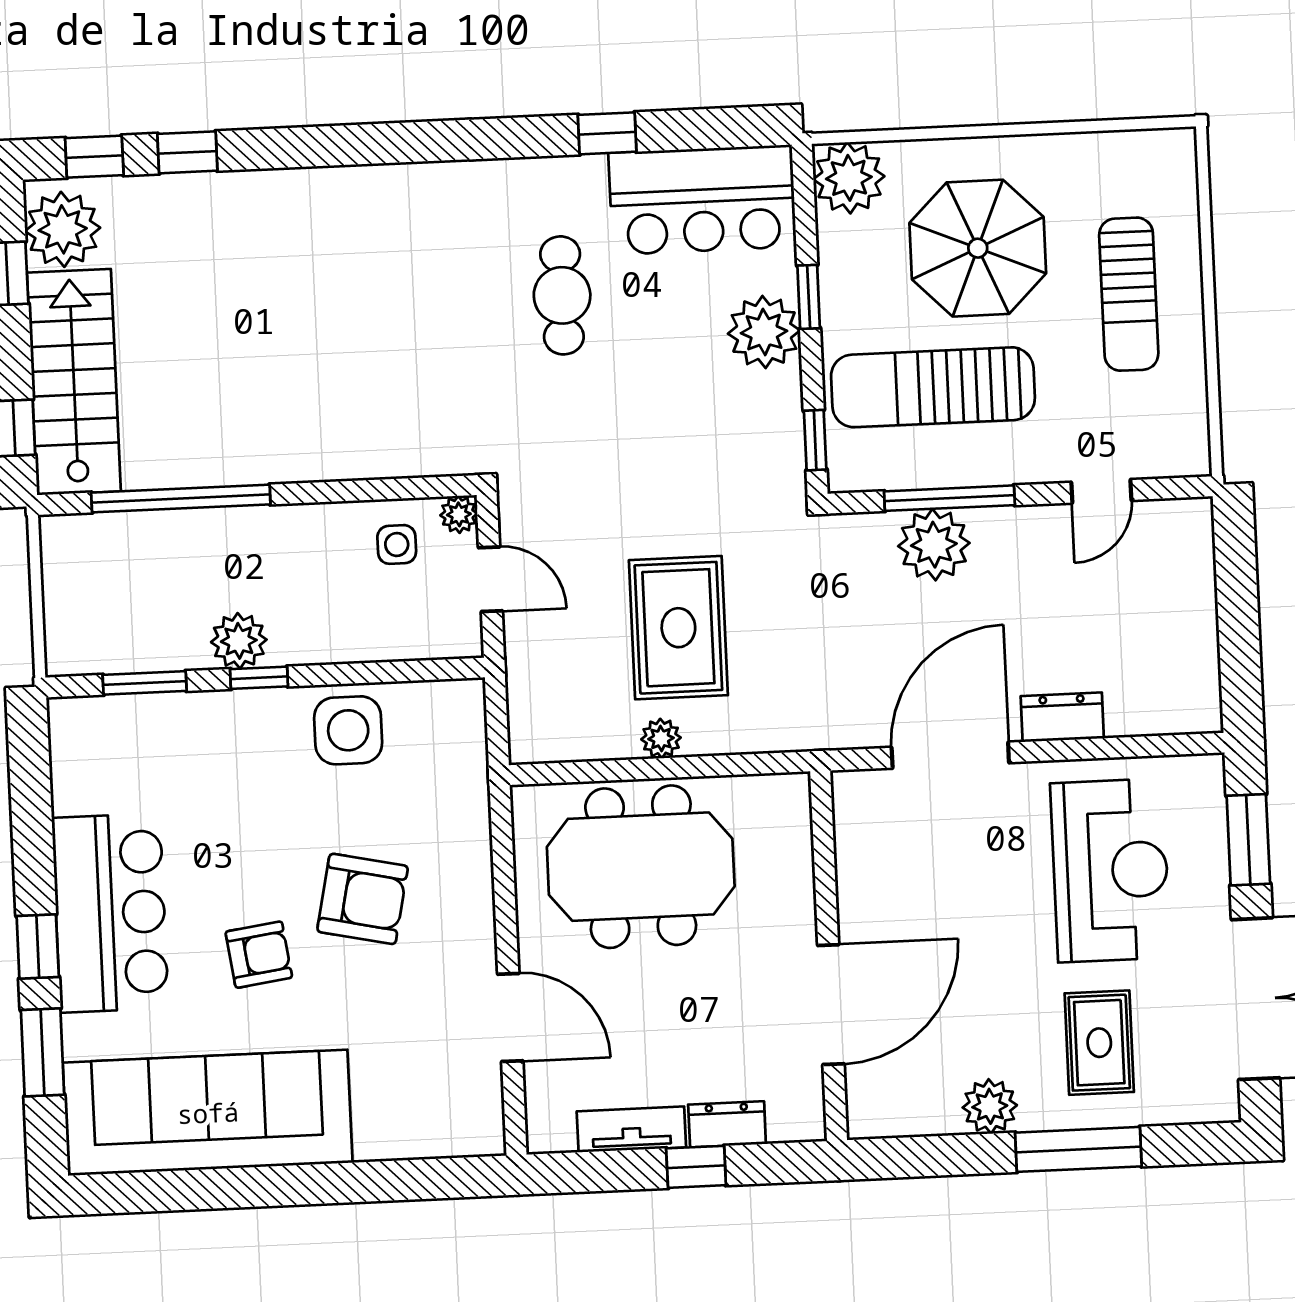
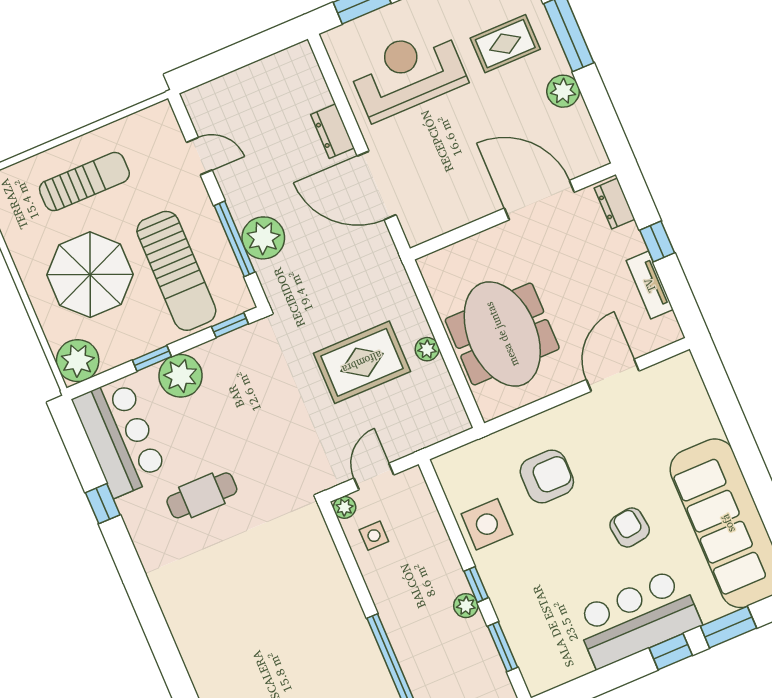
plant: (239, 641) -> (466, 606), width x0.73, depth x0.73
armchair: (363, 899) -> (547, 476), moved, turned 78
dresser: (727, 1124) -> (615, 204), moved

